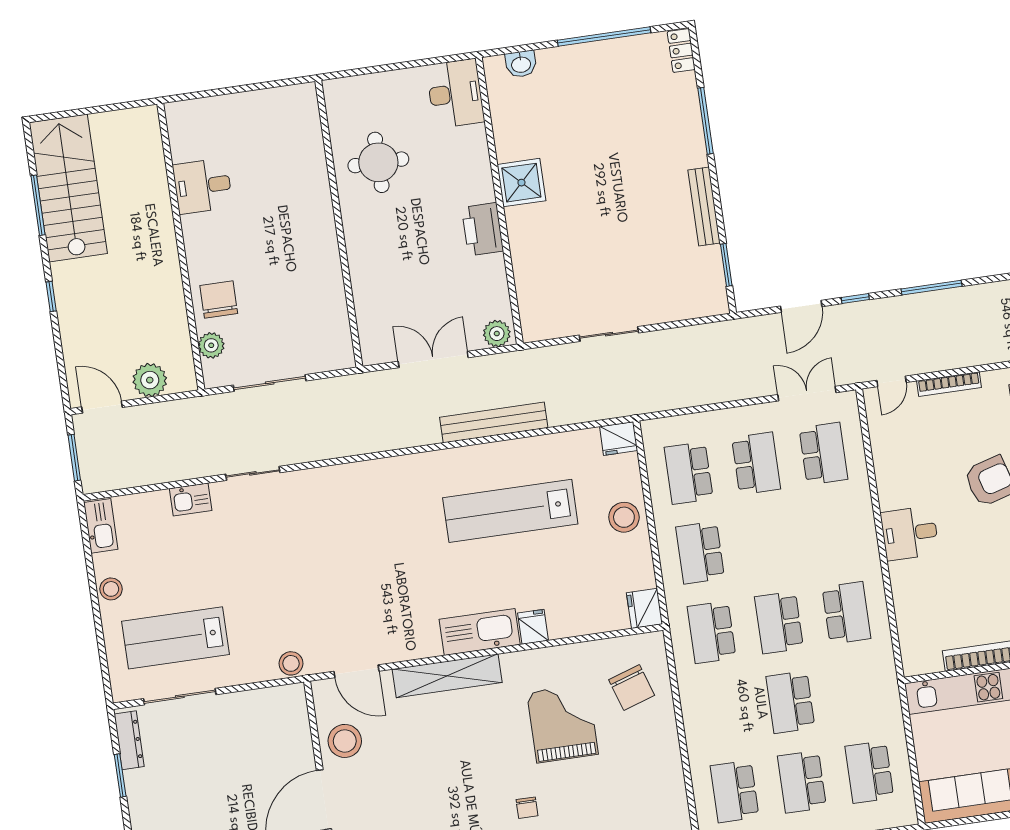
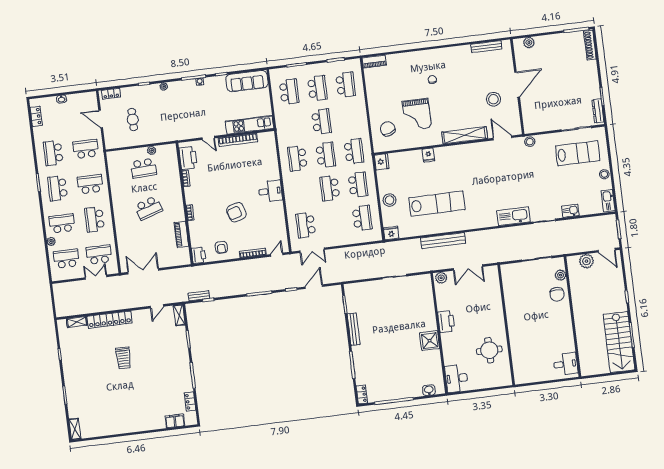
desk: (203, 186) -> (566, 364), moved
school desk: (756, 463) -> (330, 188), moved
kitchen sink: (480, 632) -> (513, 216), moved, turned 180
stool: (345, 741) -> (493, 99), moved

